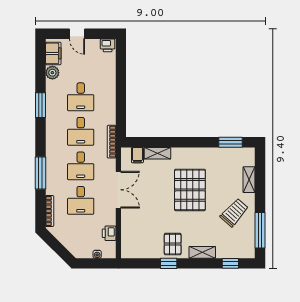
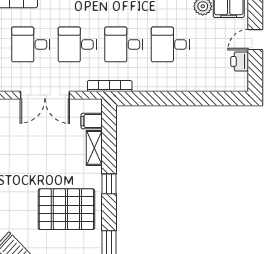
printer: (108, 45) -> (240, 61), moved
window: (184, 142) -> (109, 184), added
pallet: (190, 190) -> (66, 209), moved

